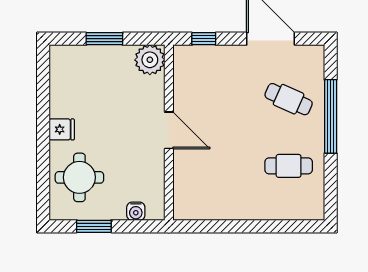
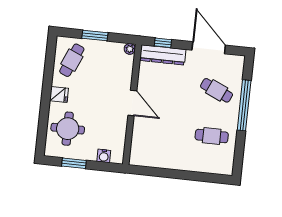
dresser: (205, 56) -> (163, 55), added
plant: (150, 60) -> (130, 49), width x0.53, depth x0.53
cafe table: (75, 78) -> (72, 60), added

